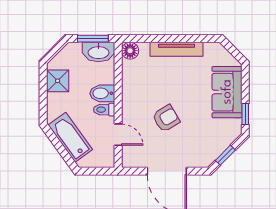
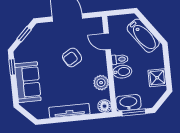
plant: (131, 82) -> (101, 83), added

